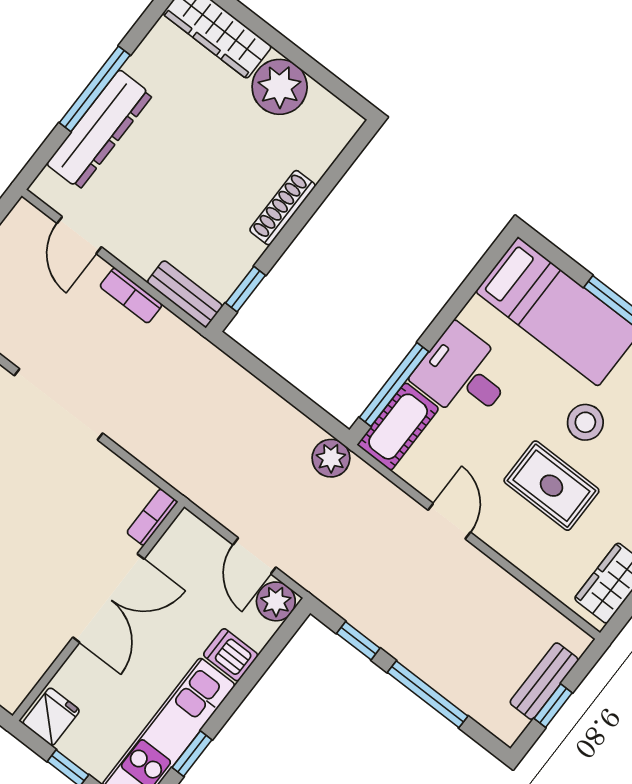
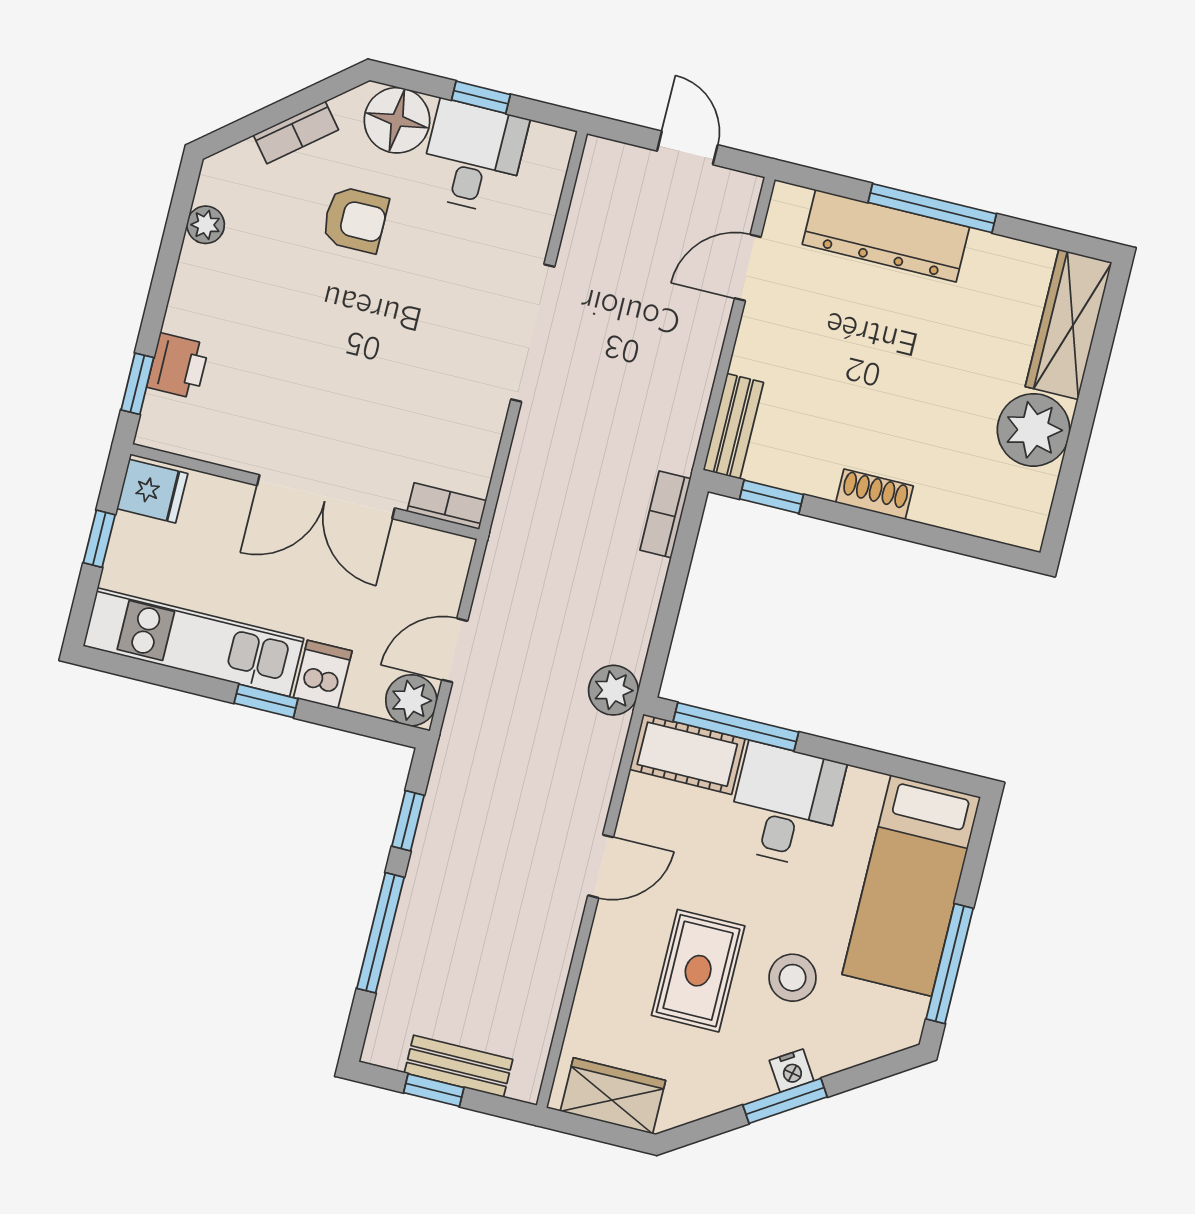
shoe rack: (282, 208) -> (875, 494), width x0.70
bookcase: (131, 295) -> (665, 514), moved
window: (192, 754) -> (266, 701), moved

